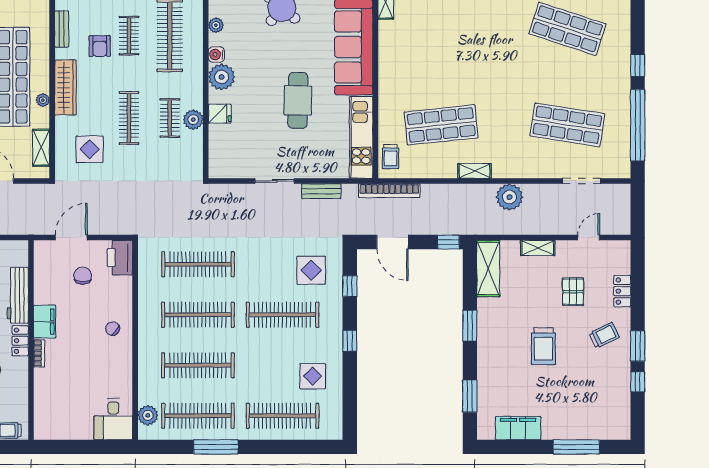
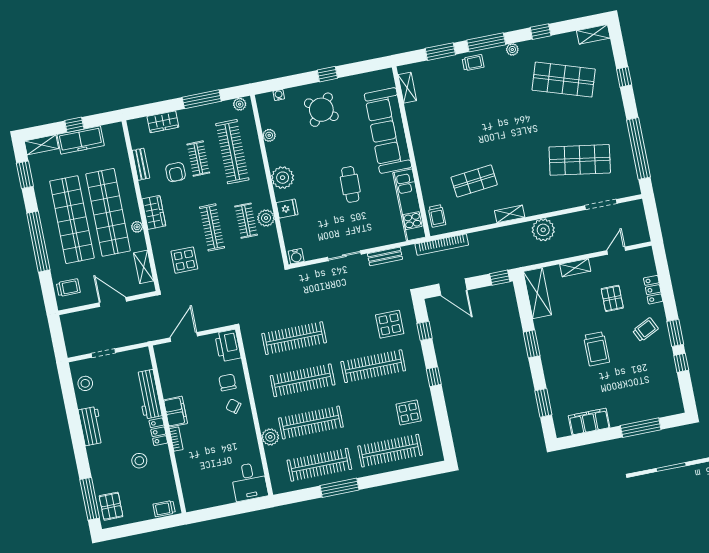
water cooler: (216, 54) -> (296, 256), moved, turned -90
window: (638, 65) -> (624, 77), moved
wardrobe: (65, 87) -> (154, 212), width x0.67
cafe table: (298, 100) -> (350, 184), width x0.73, depth x0.74
shop shelf: (441, 125) -> (474, 181), width x0.70, depth x0.74
chair: (83, 276) -> (227, 382), moved
plant: (148, 415) -> (270, 437), moved

